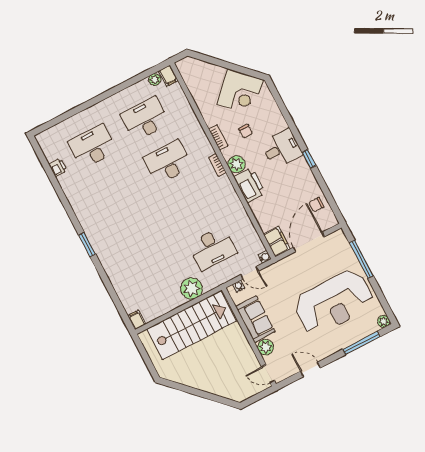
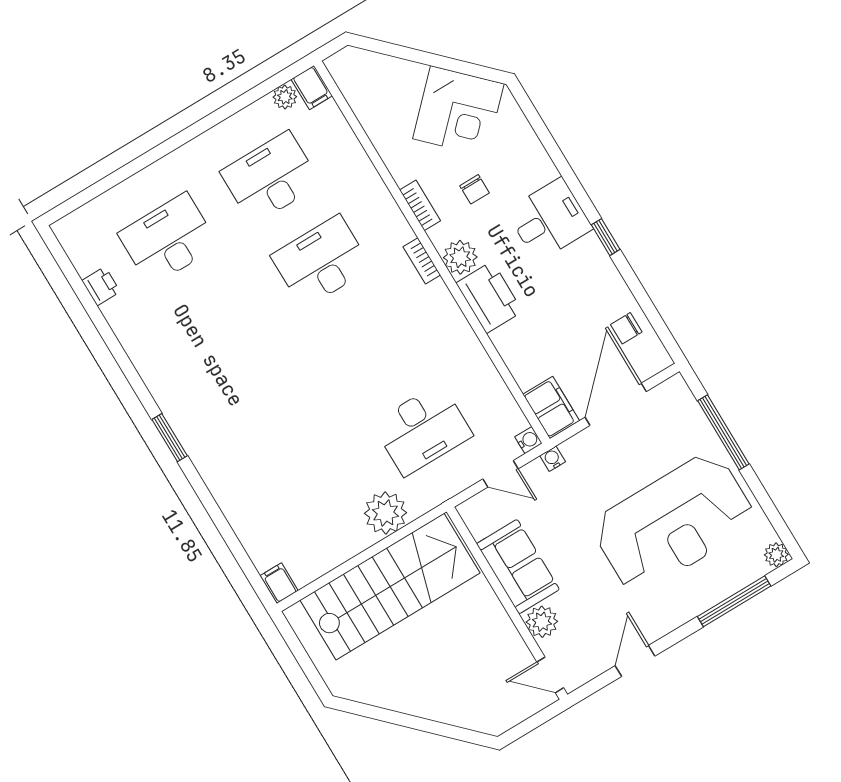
water cooler: (239, 286) -> (553, 459), moved
door: (310, 369) -> (635, 661), hinge flipped

